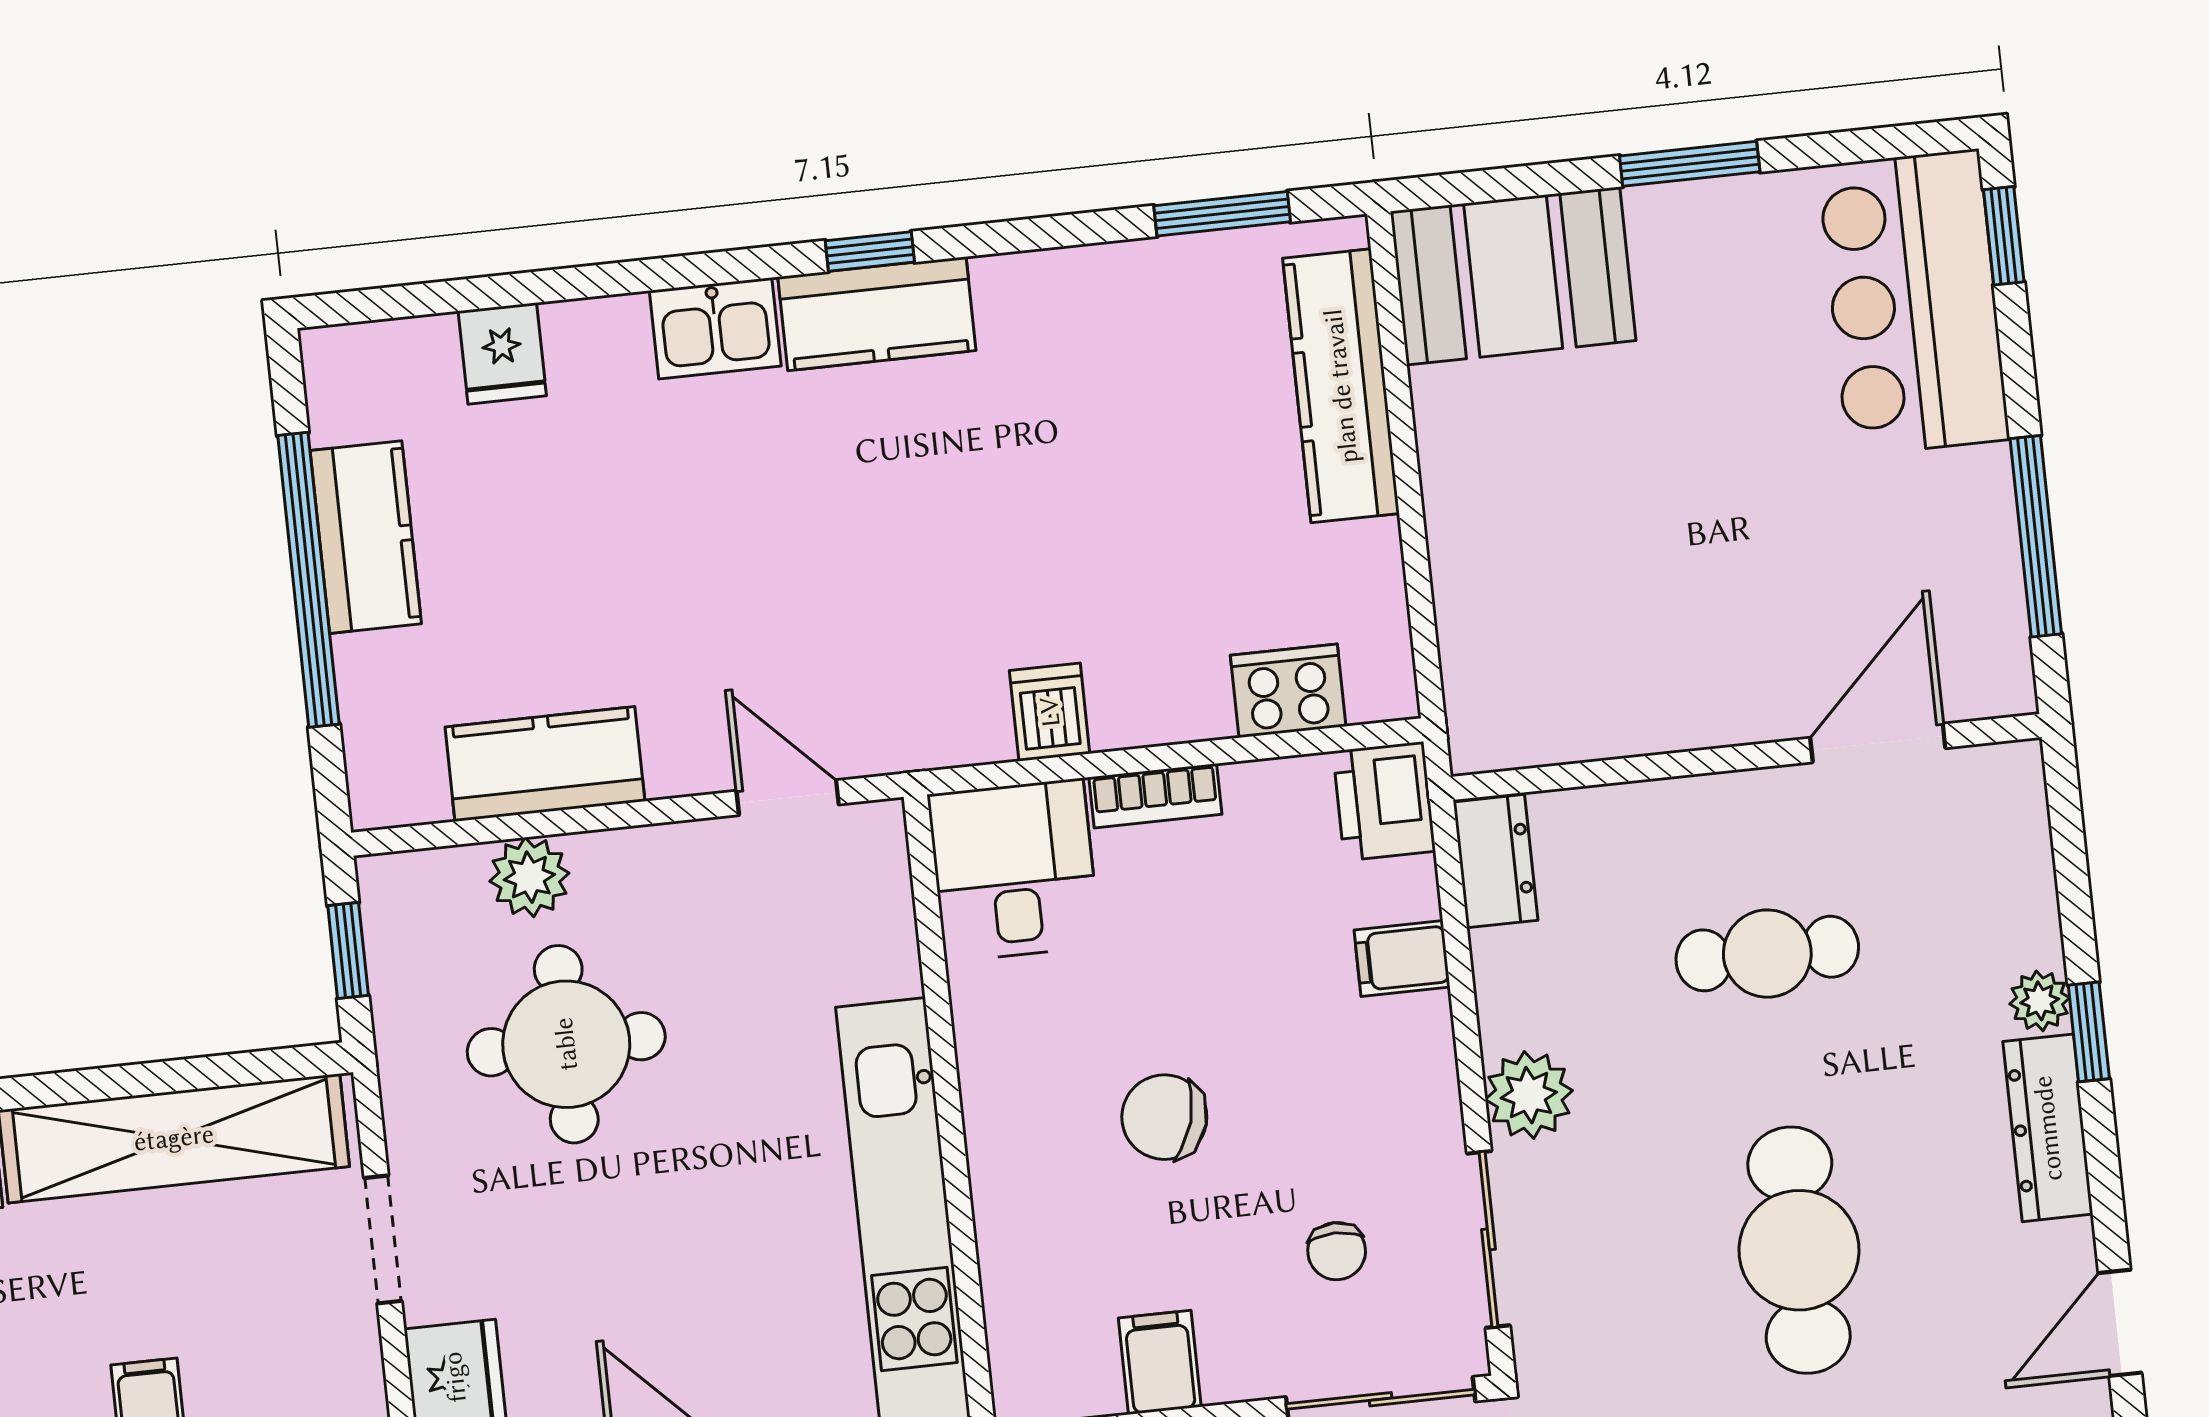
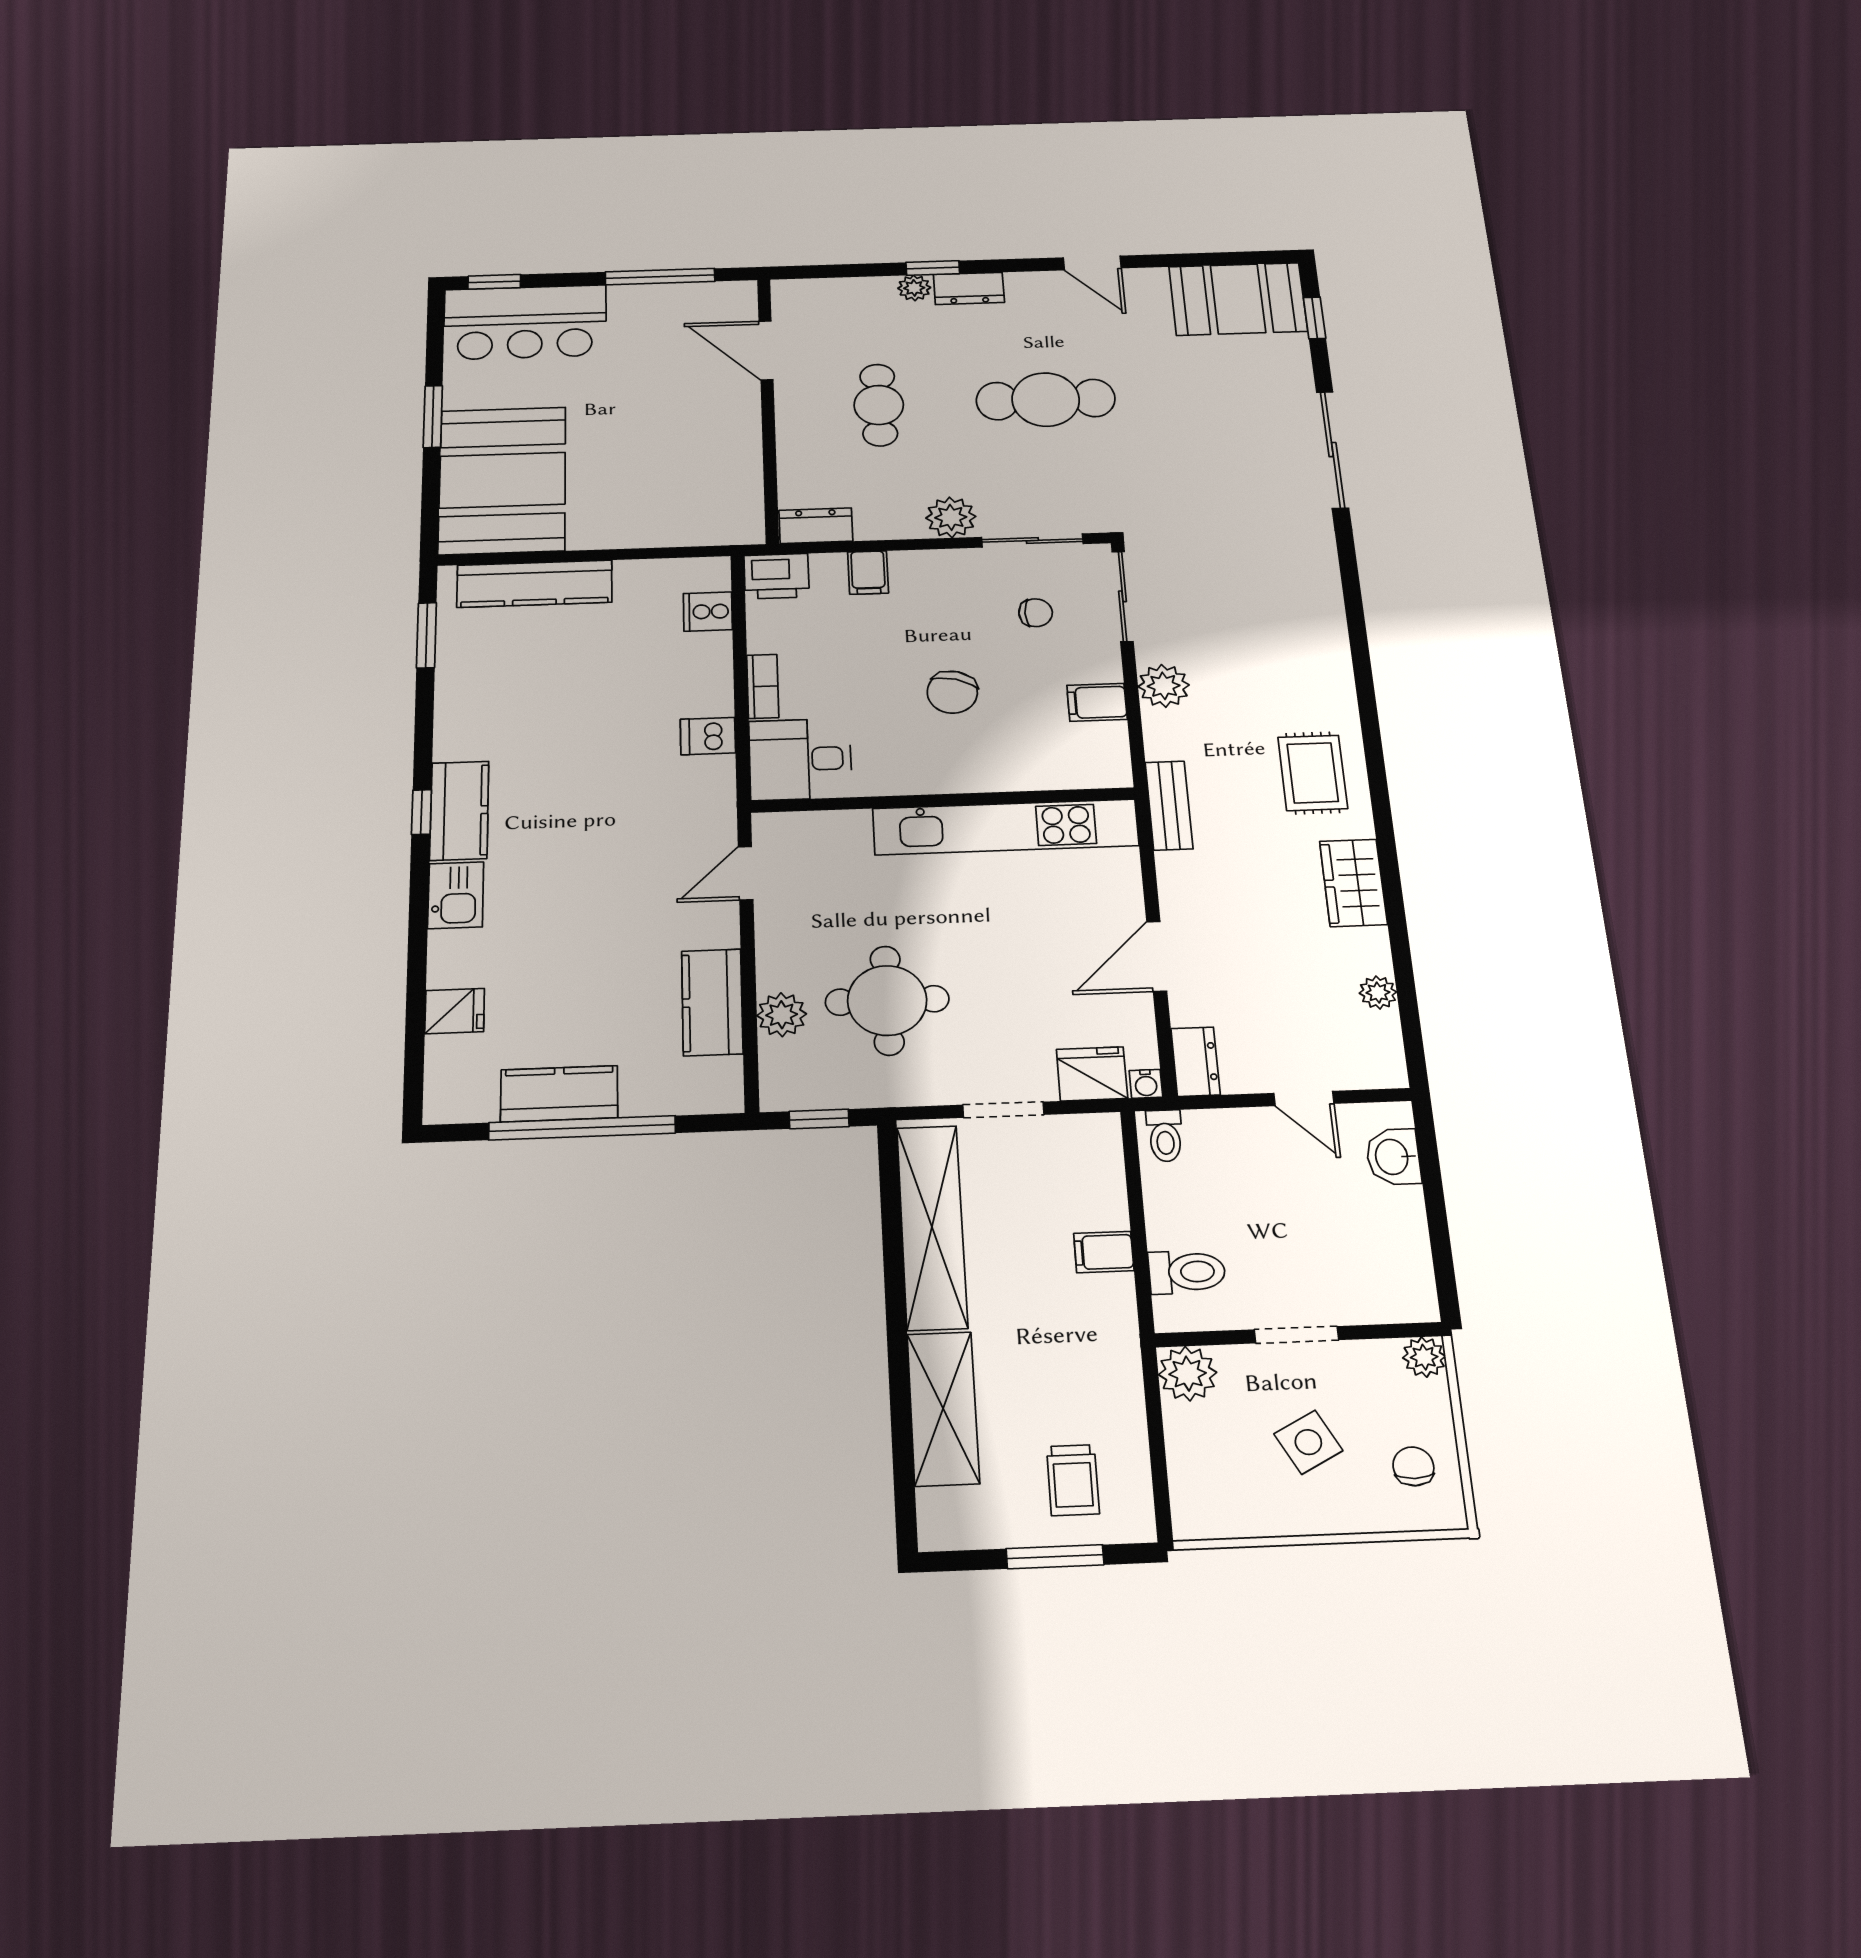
booth: (1513, 276) -> (502, 480), width x1.36, depth x1.42
cooker: (1288, 691) -> (708, 612), width x0.73
dresser: (2048, 1128) -> (969, 288), width x0.70

